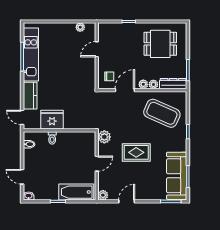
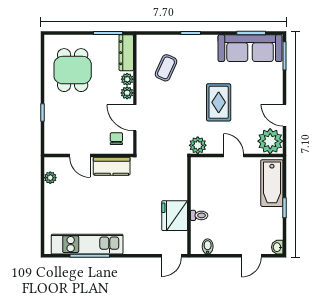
kitchen counter: (30, 96) -> (112, 166), moved, turned 180
coffee table: (162, 113) -> (166, 68), width x0.54, depth x0.58
plant: (103, 195) -> (270, 141), width x1.87, depth x1.87

